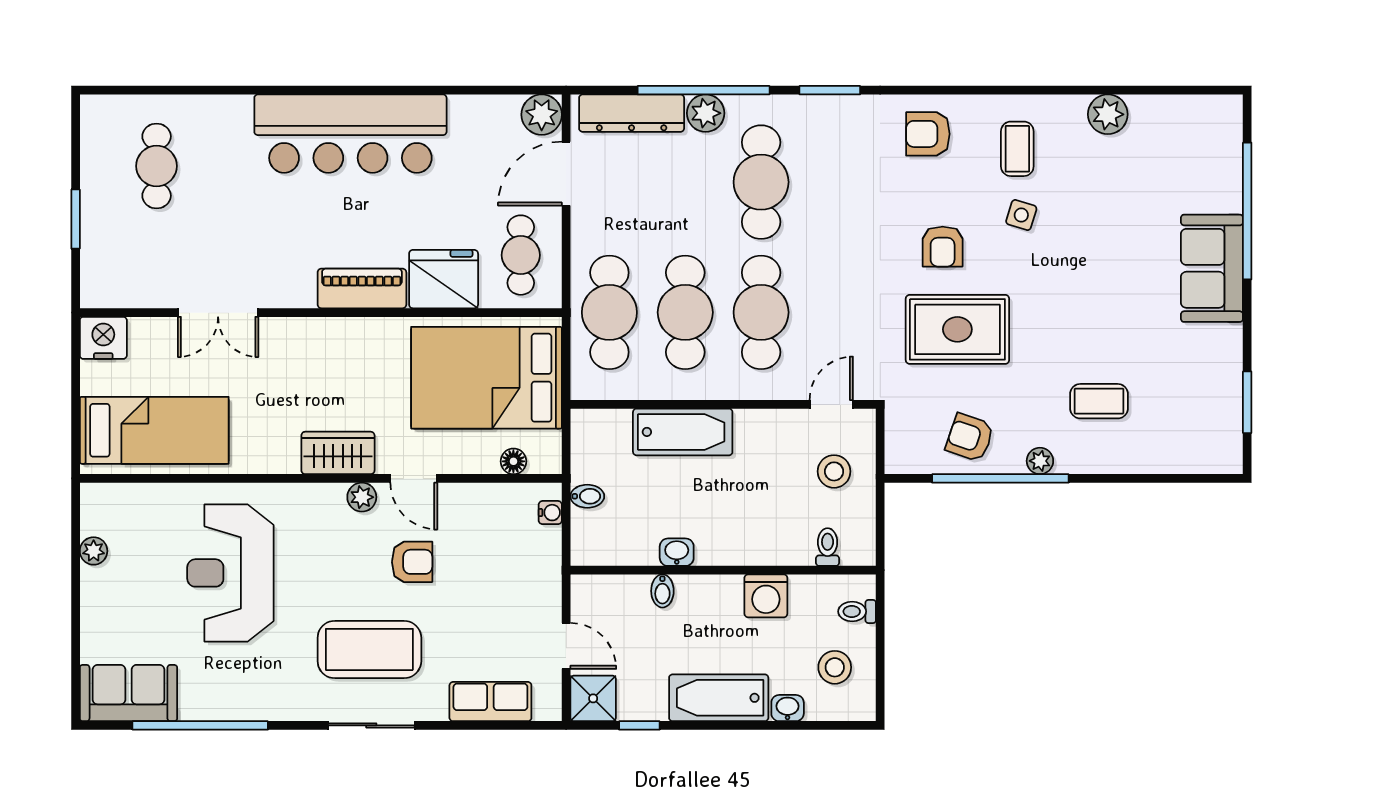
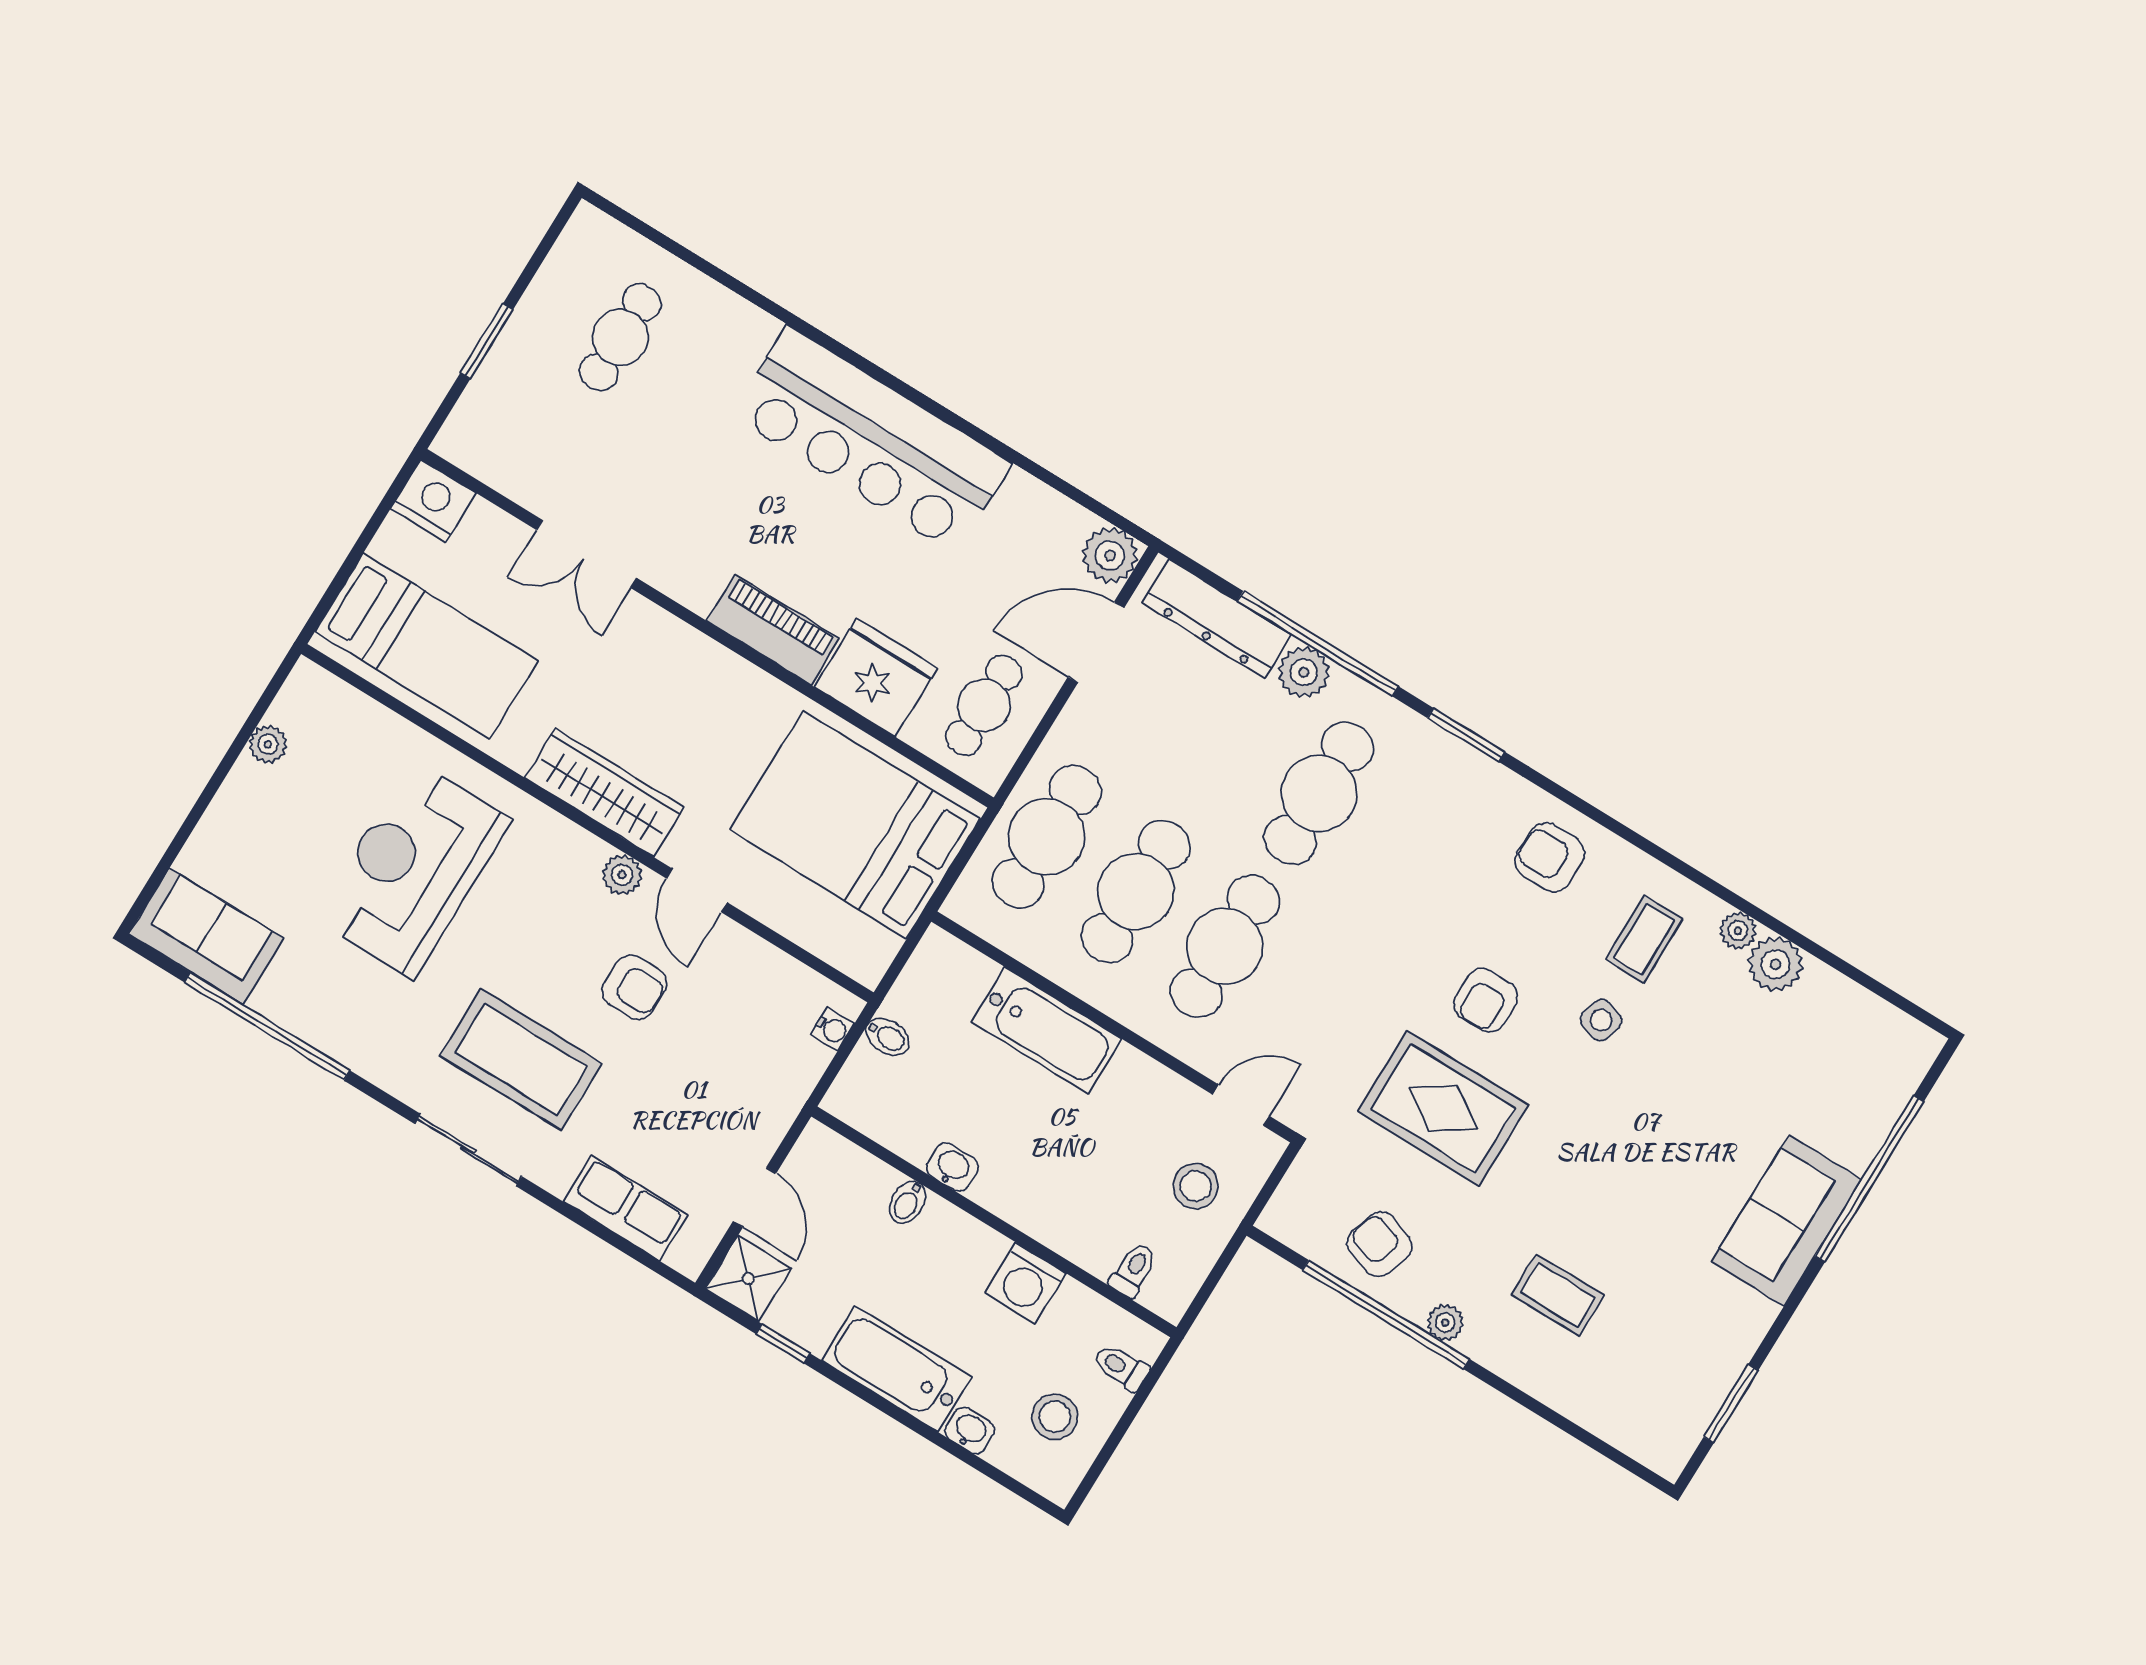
plant: (1072, 108) -> (1738, 931), added
wardrobe: (338, 453) -> (604, 792), width x1.50
floor lamp: (513, 461) -> (826, 942), removed

